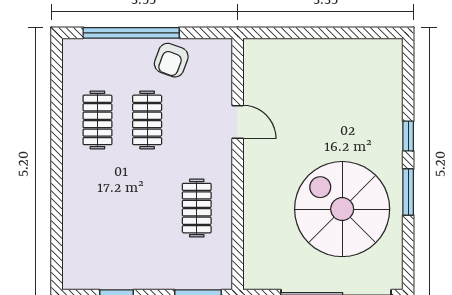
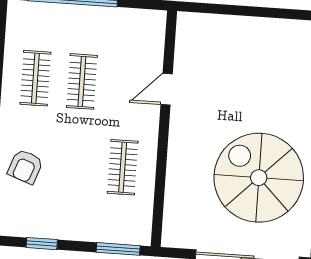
armchair: (171, 60) -> (25, 167), moved
door: (238, 122) -> (167, 89), swing flipped

